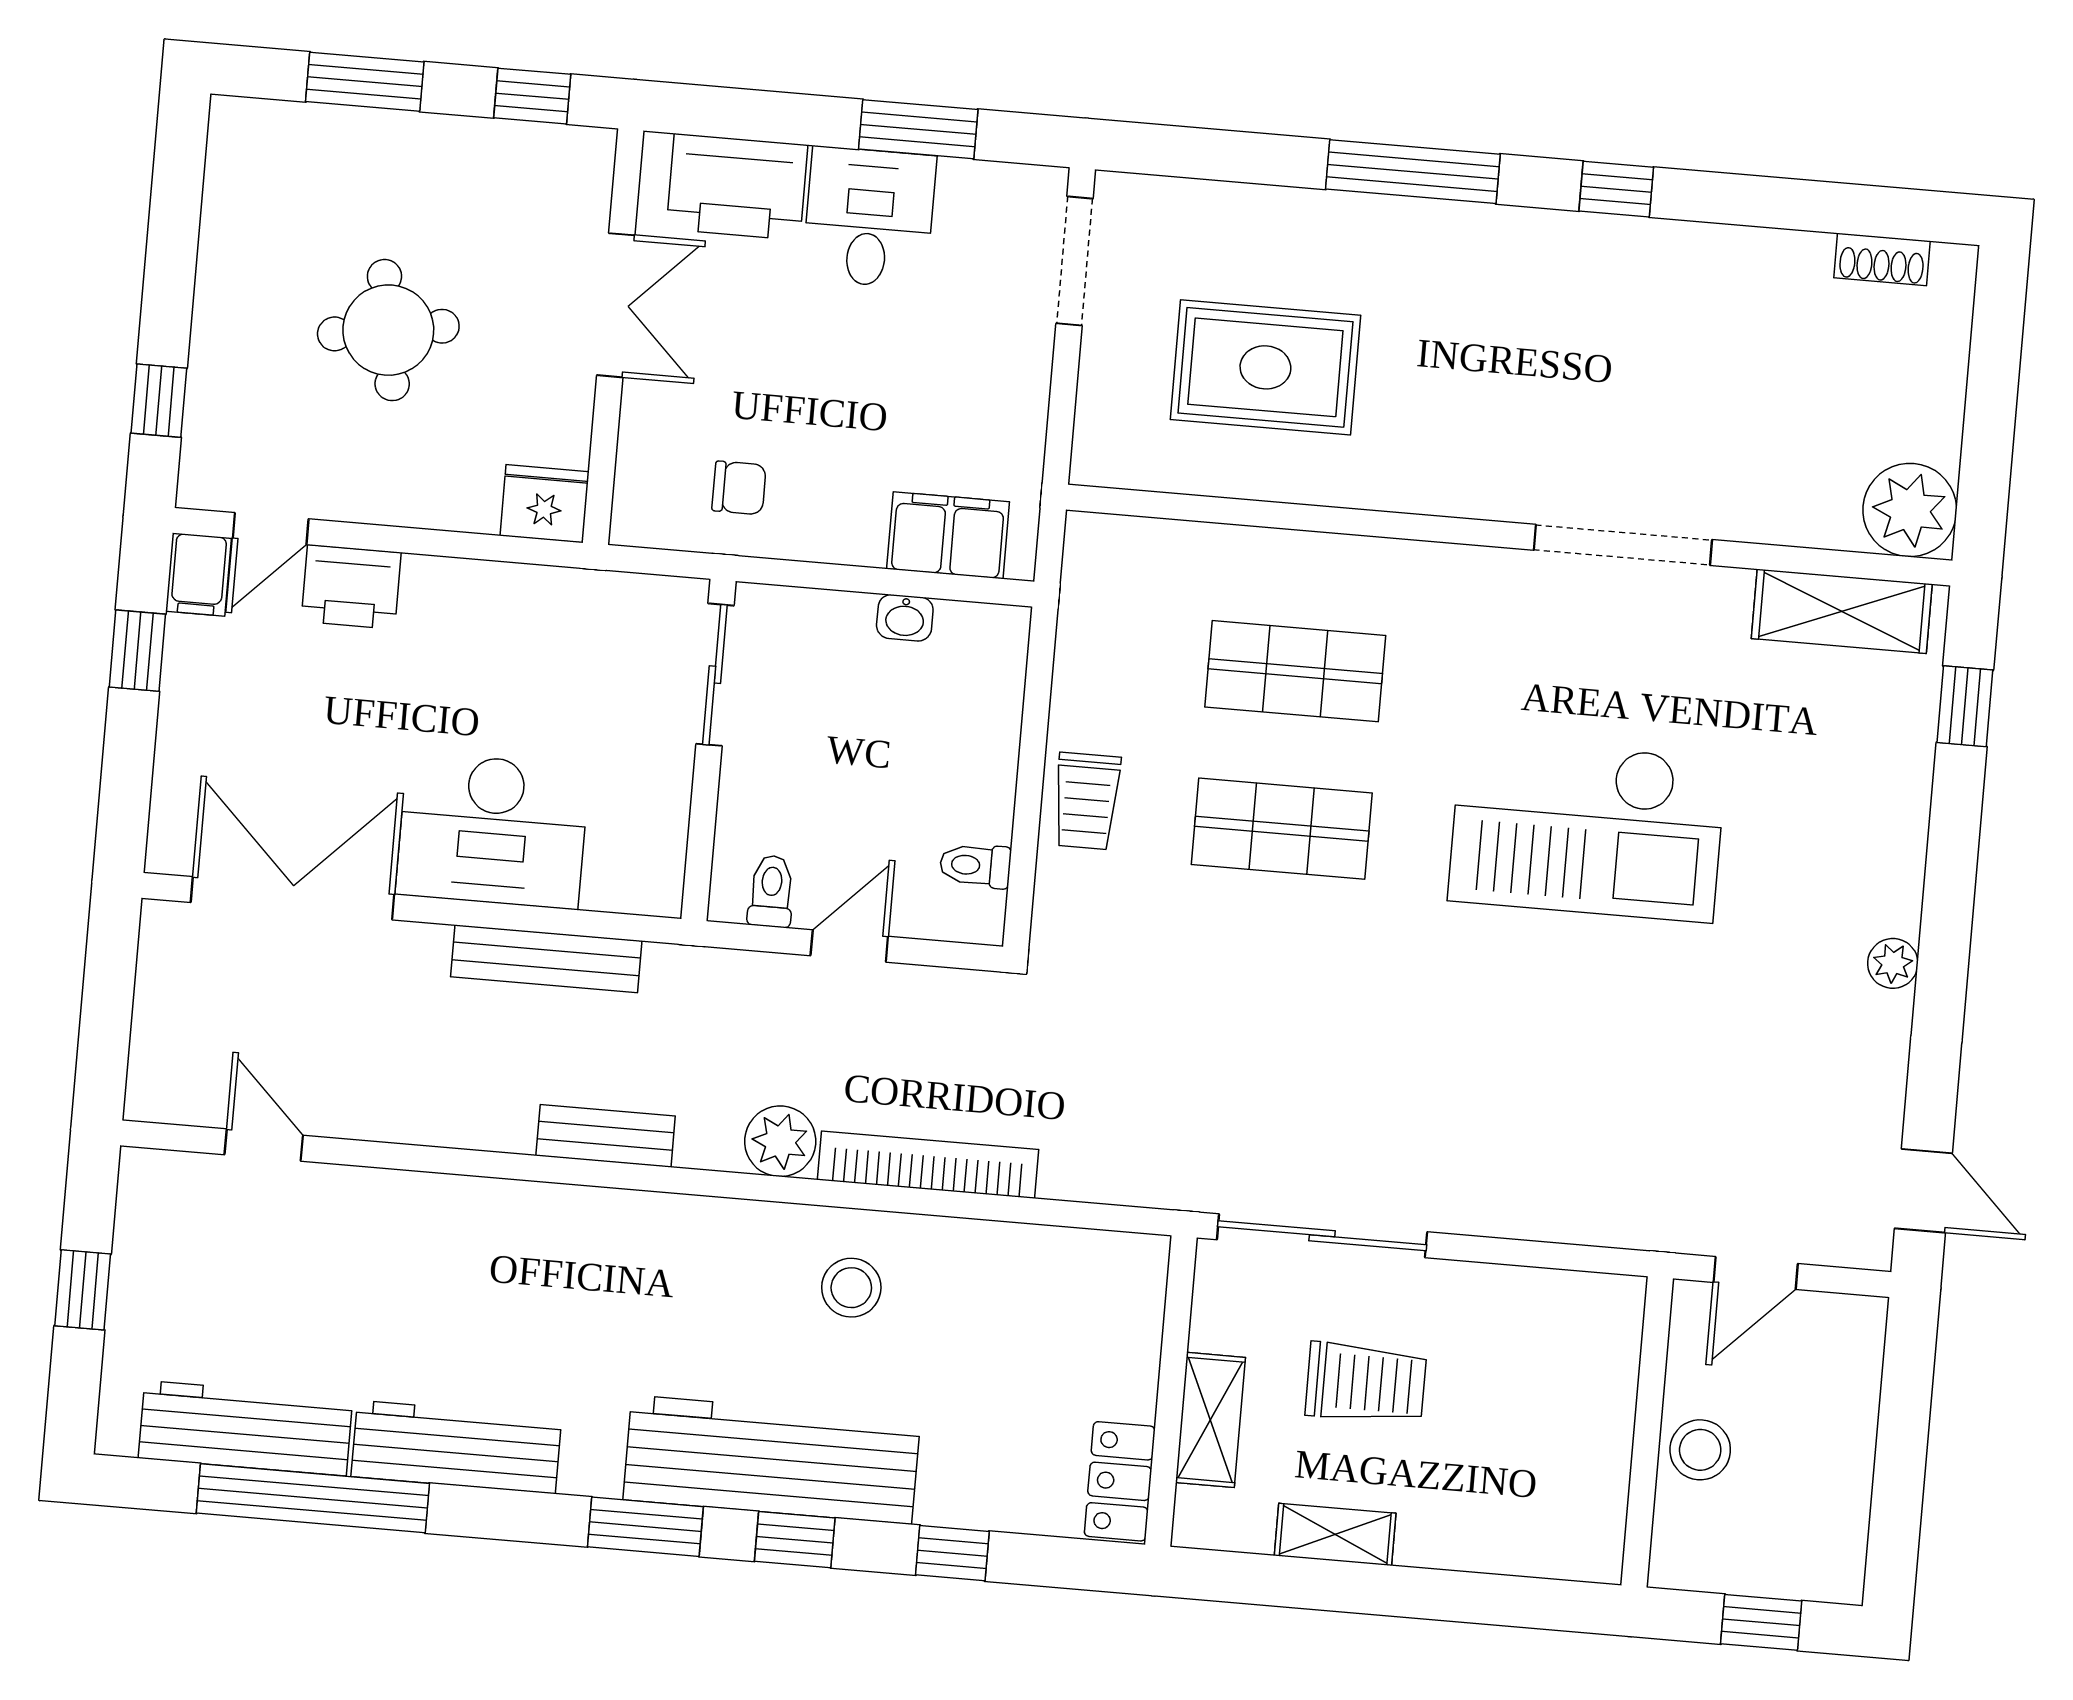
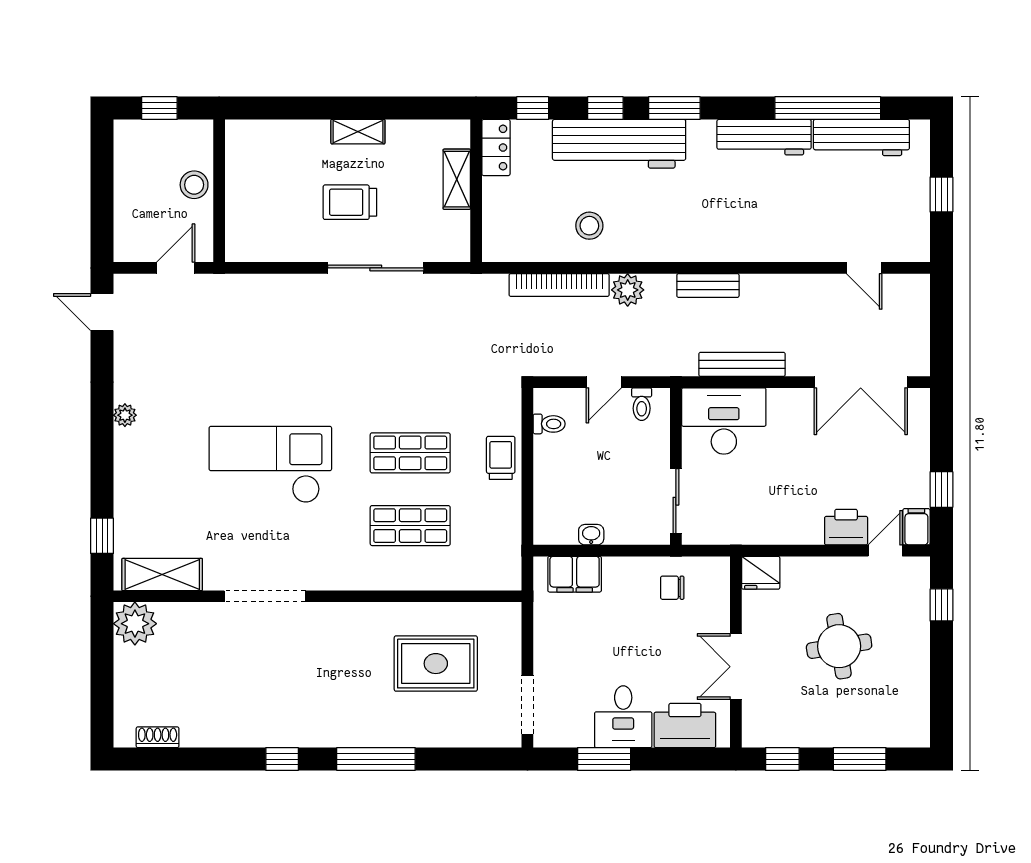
desk: (493, 831) -> (724, 421), moved
wall: (1171, 1391) -> (476, 191), moved
shelving: (1210, 1420) -> (457, 179), moved
locker: (1120, 1481) -> (496, 148), moved

